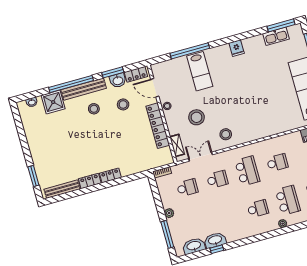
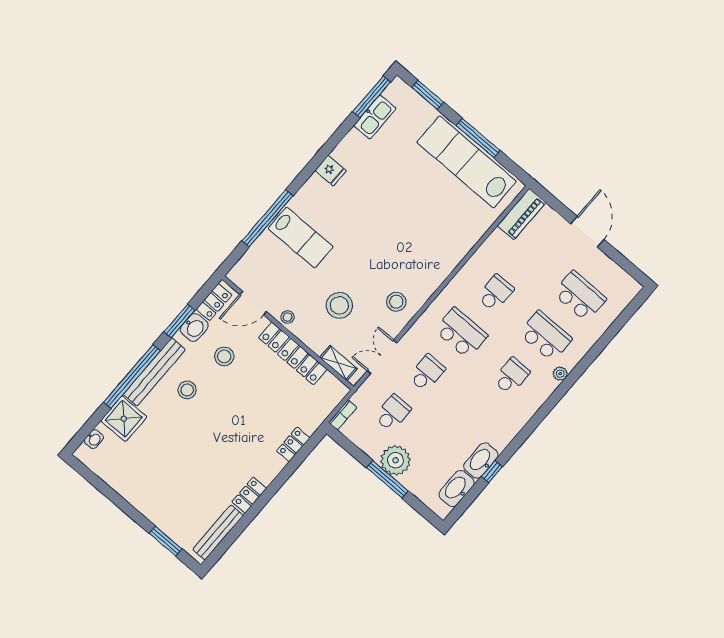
locker: (110, 175) -> (293, 444), moved
plant: (169, 213) -> (396, 460), width x1.88, depth x1.88
window: (167, 234) -> (387, 479), moved

